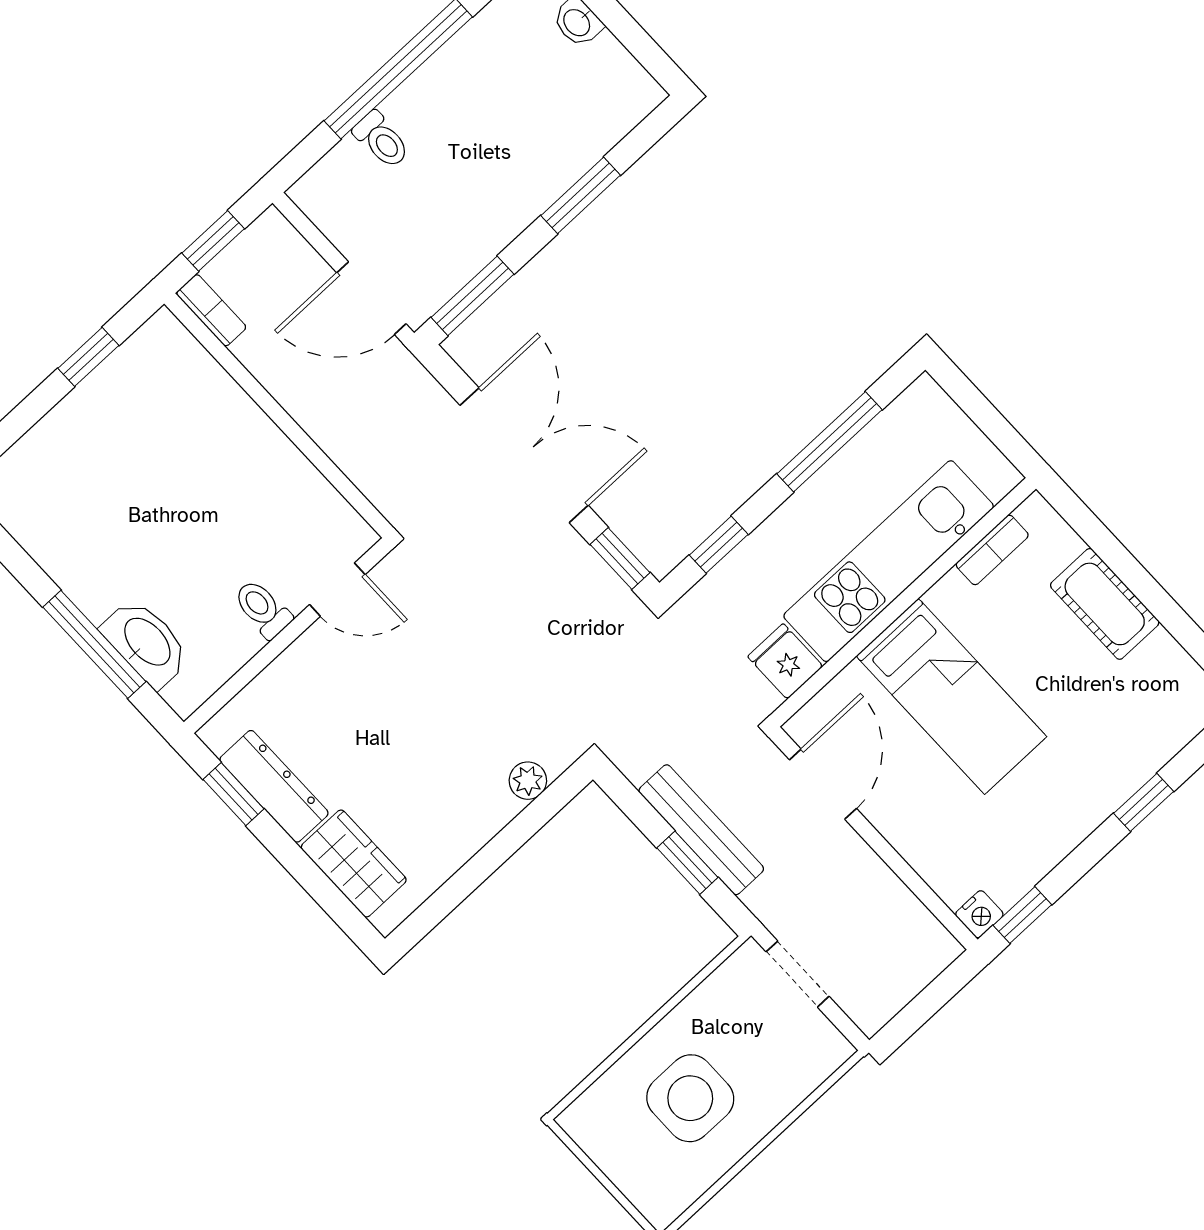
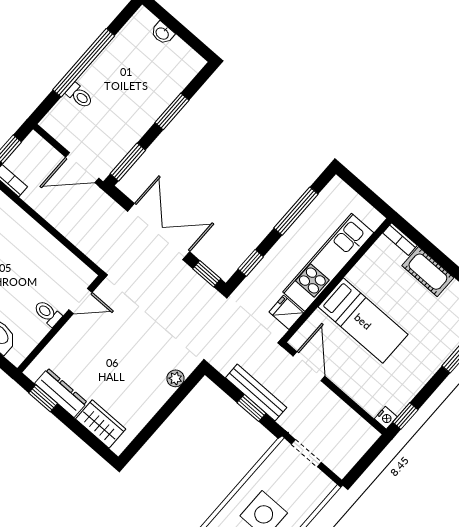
bookcase: (992, 550) -> (400, 239), moved, turned 90

